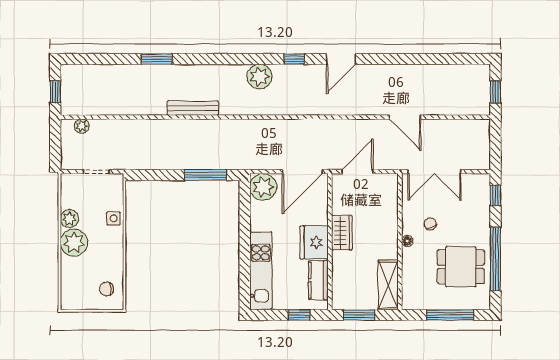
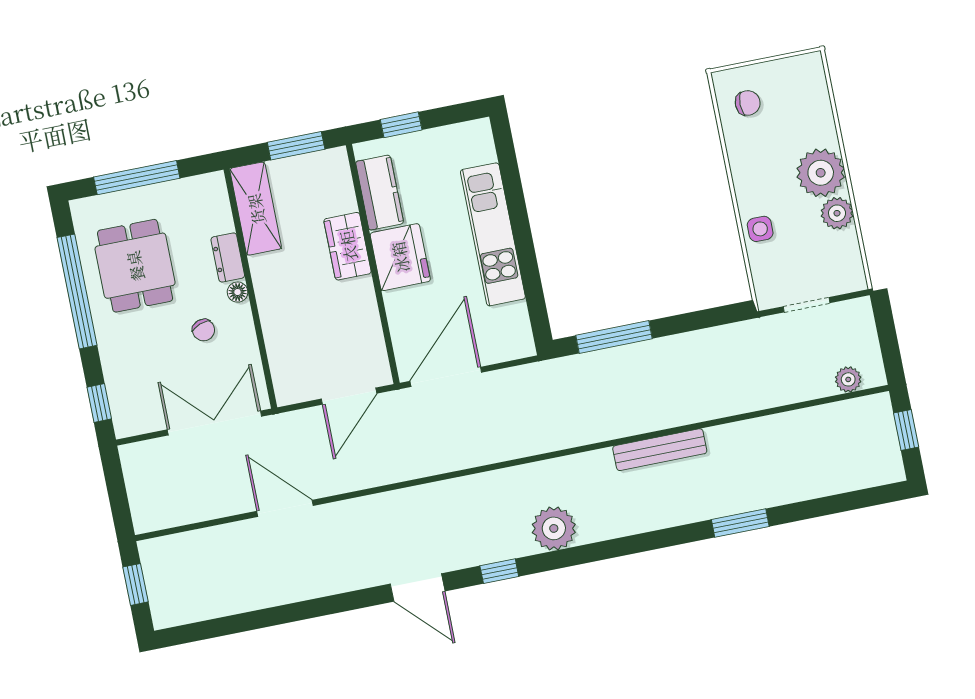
door: (341, 59) -> (418, 587), swing flipped
plant: (263, 187) -> (509, 337), removed
wardrobe: (342, 233) -> (348, 246), moved
dresser: (409, 261) -> (228, 258), added
dining table: (461, 267) -> (135, 266), turned 90
kitchen unit: (261, 271) -> (493, 234), moved

